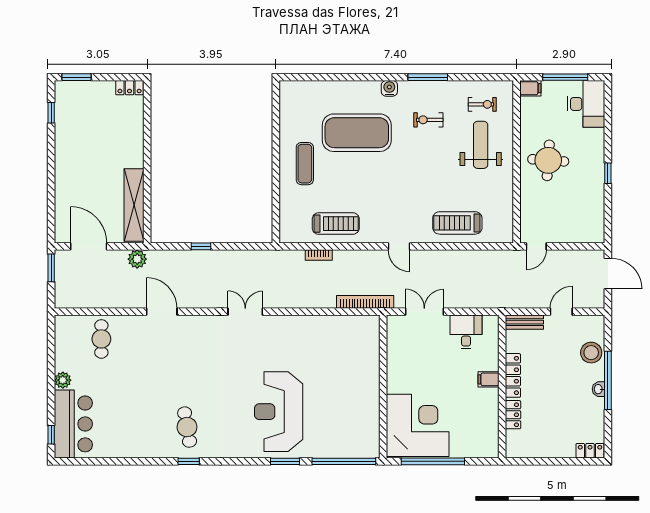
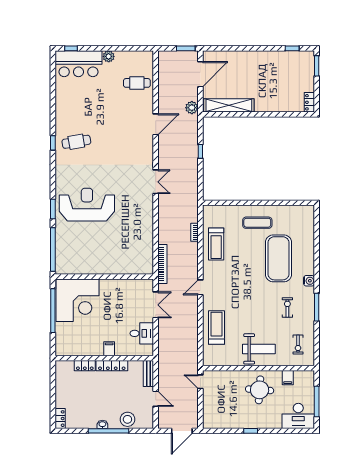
filing cabinet: (530, 88) -> (288, 378), moved
weight bench: (481, 145) -> (259, 349), moved

